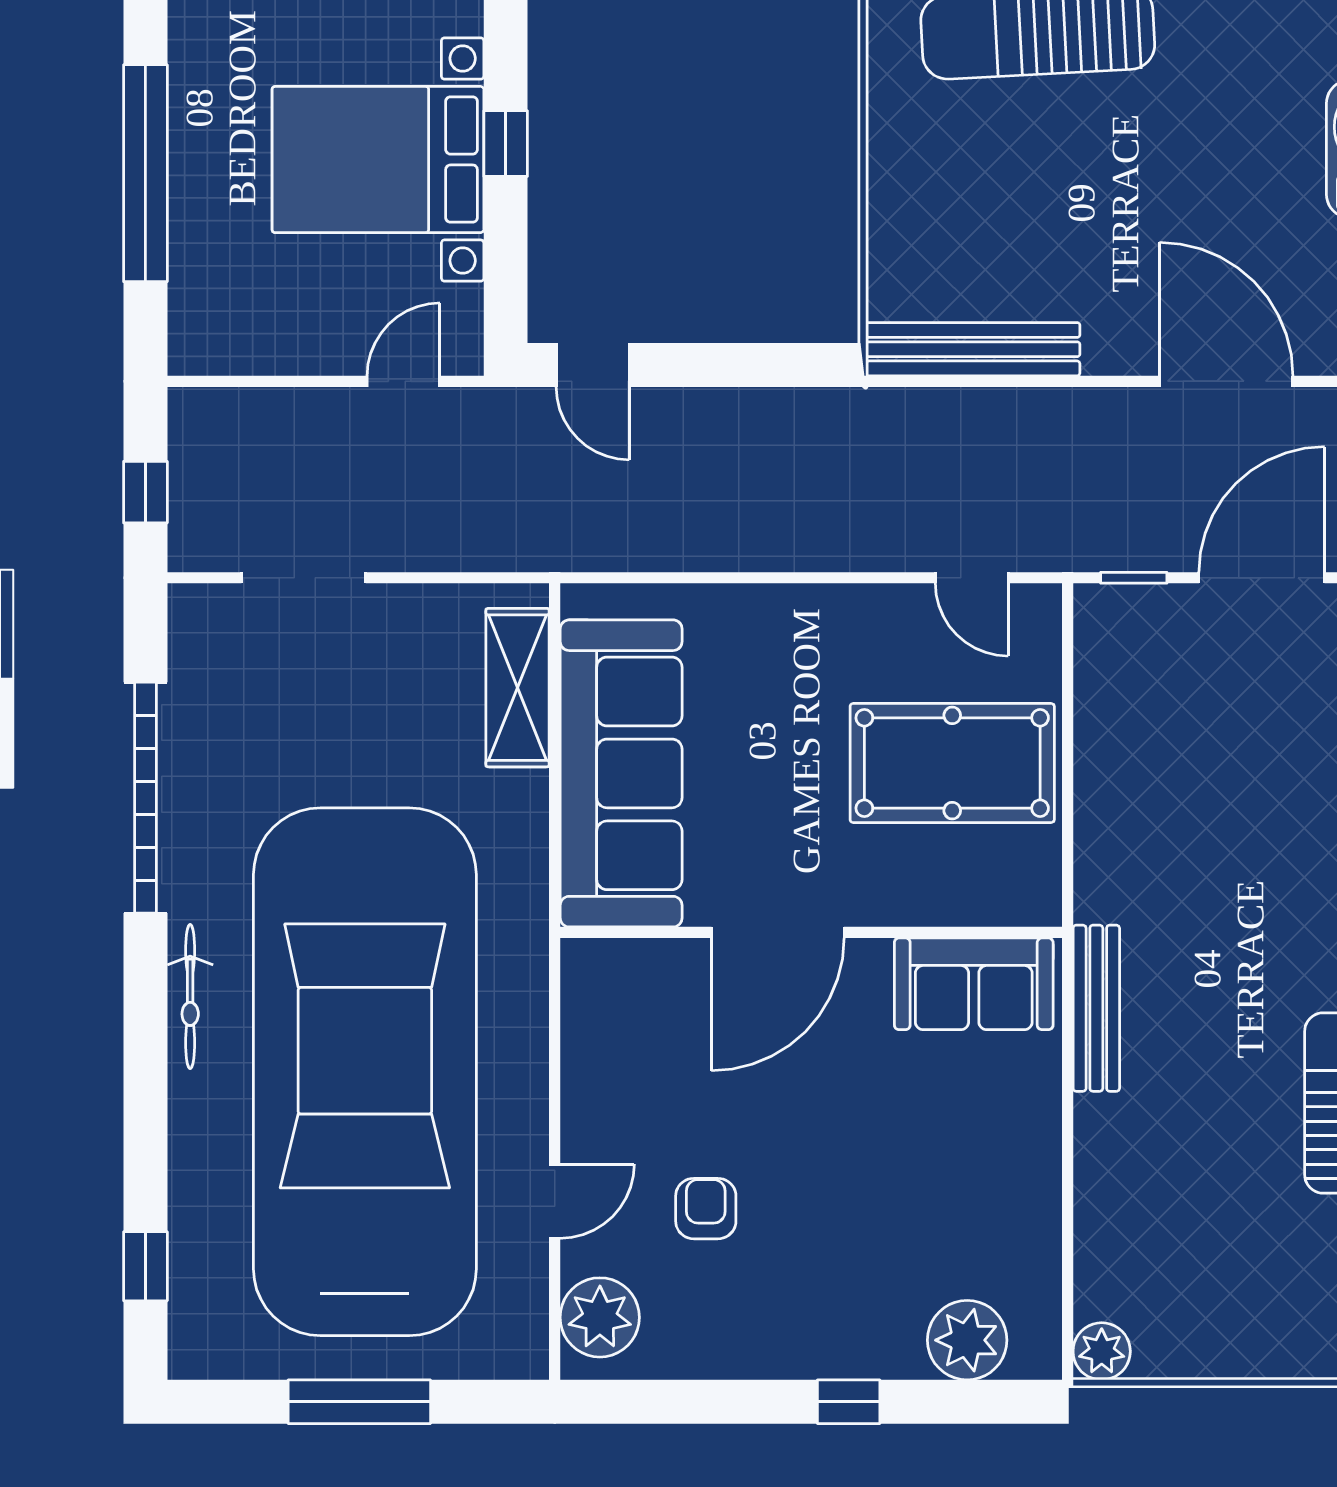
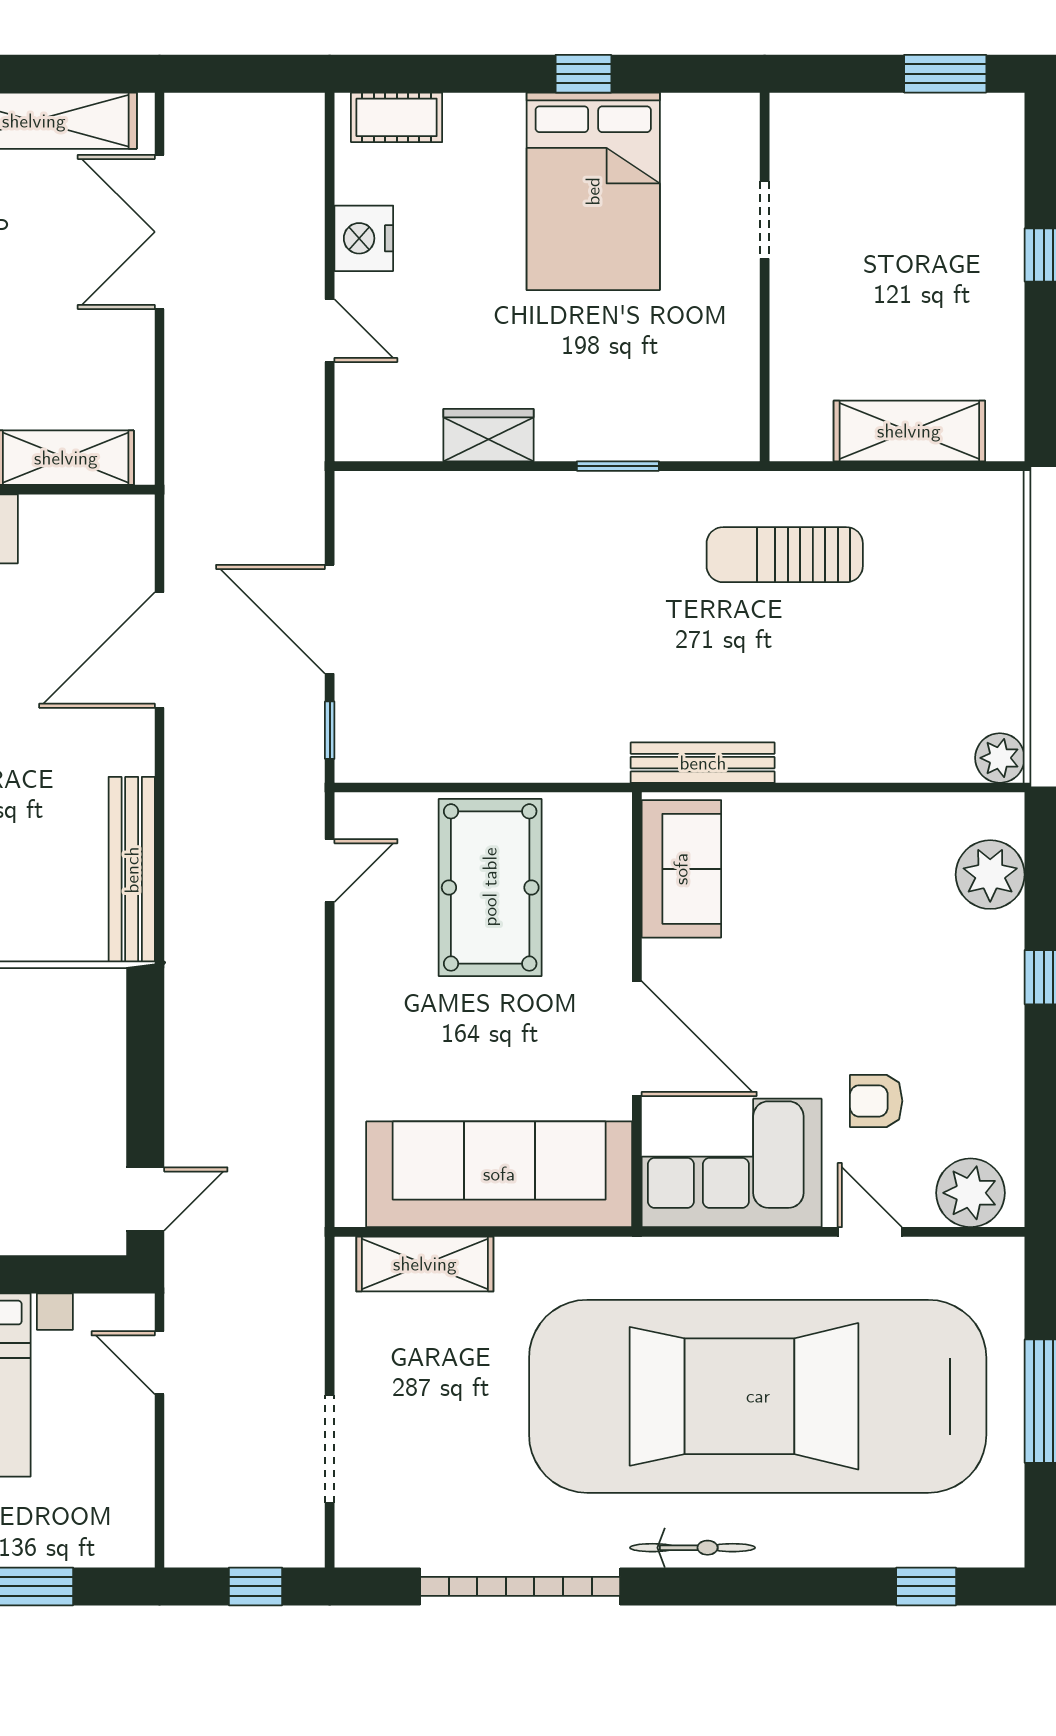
corner sofa: (634, 1042) -> (732, 1163), added

